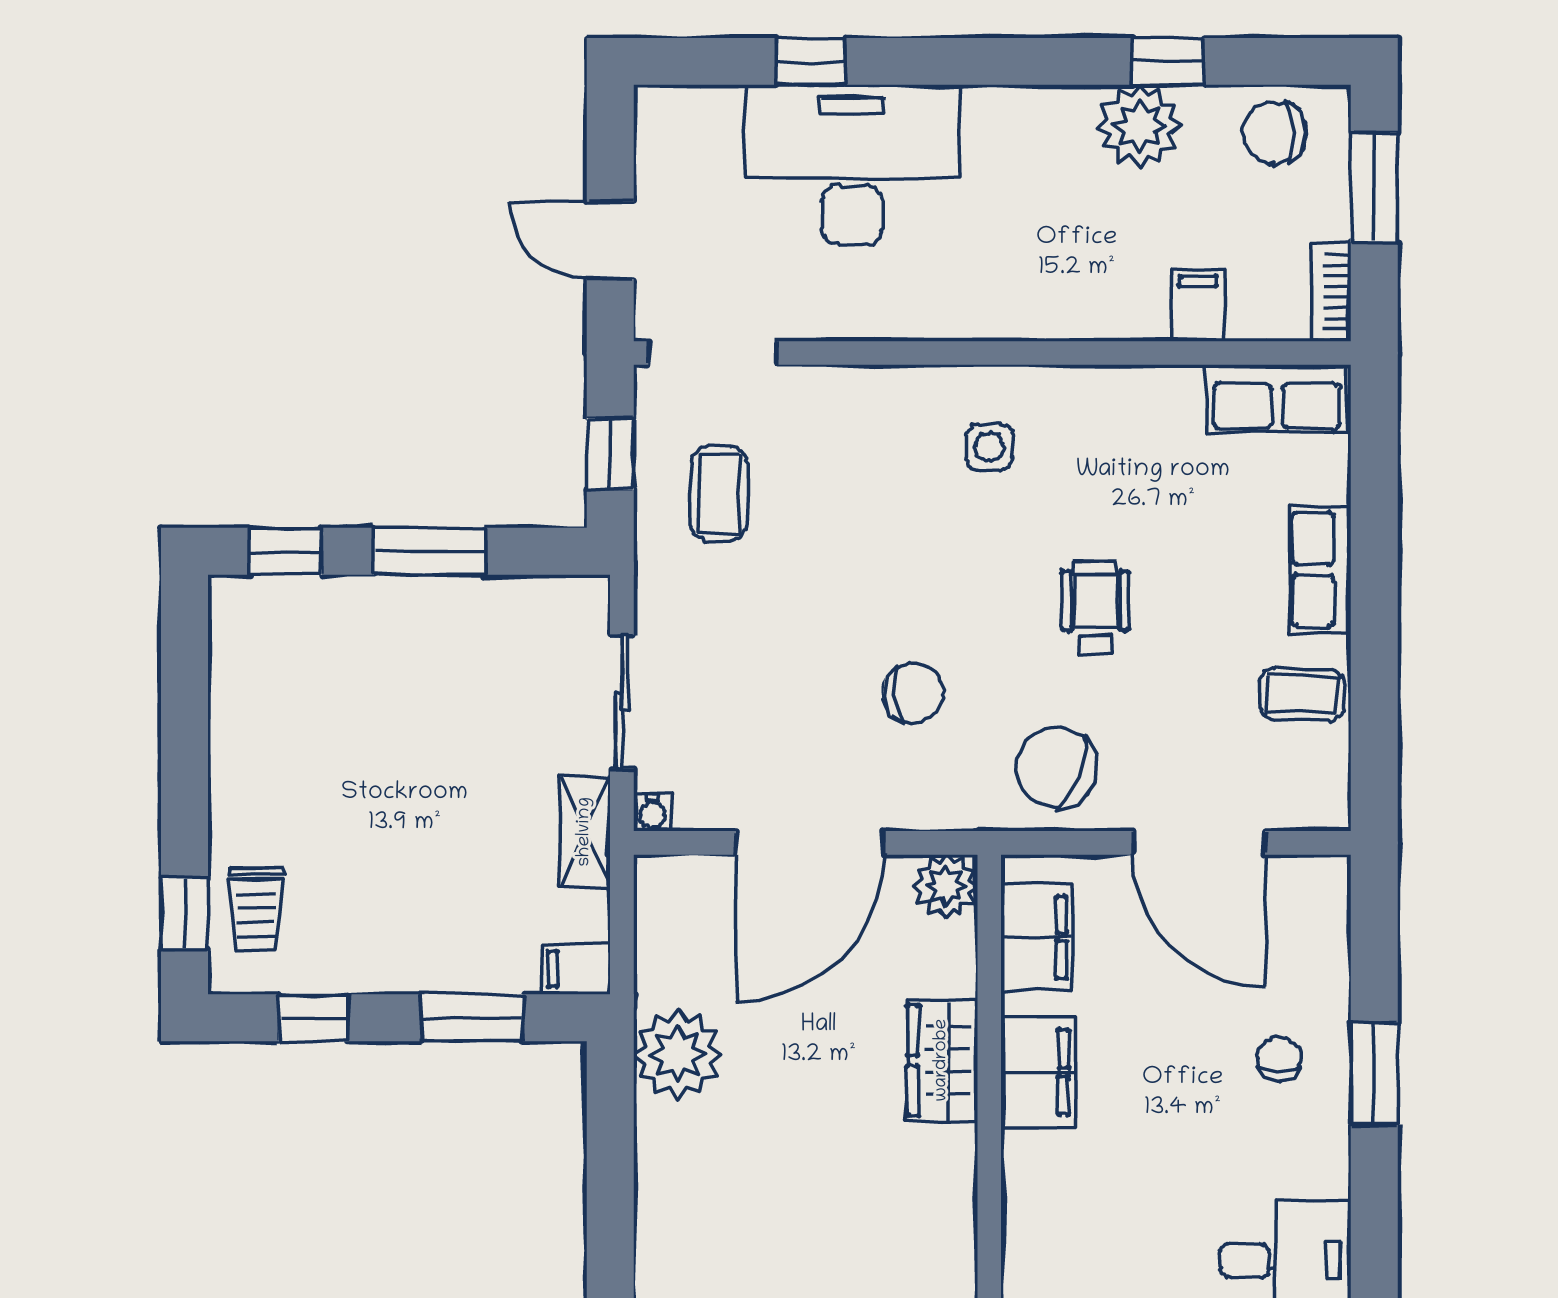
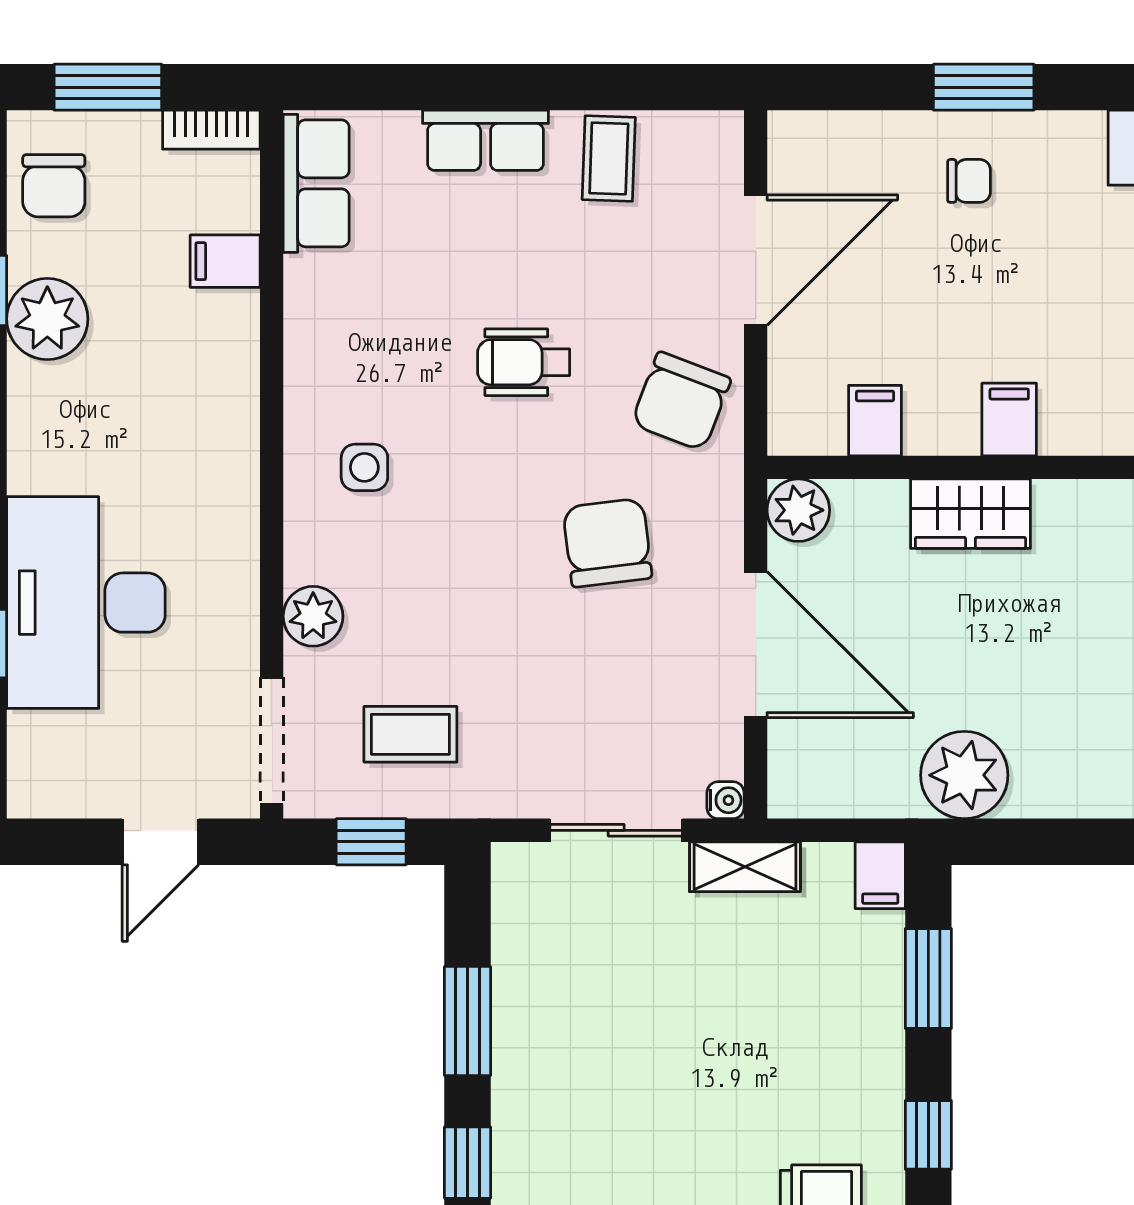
plant: (839, 395) -> (313, 616), added
chair: (913, 693) -> (607, 543), width x1.37, depth x1.37
filing cabinet: (1037, 937) -> (875, 421), width x0.50
chair: (1279, 1059) -> (969, 181), turned 180
filing cabinet: (1038, 1072) -> (1009, 419), width x0.50

